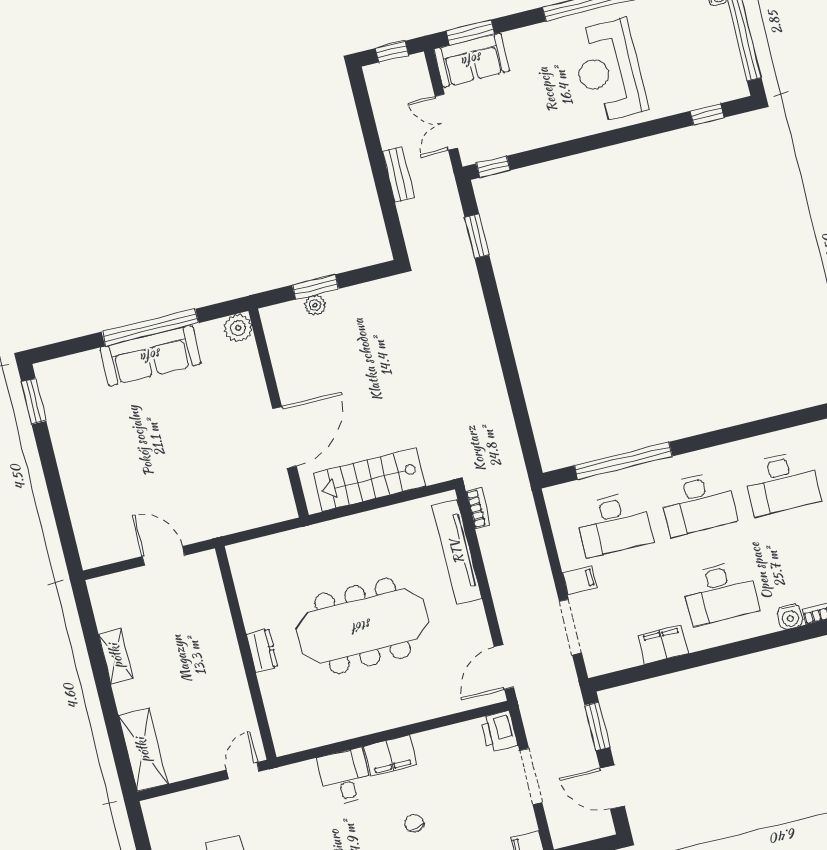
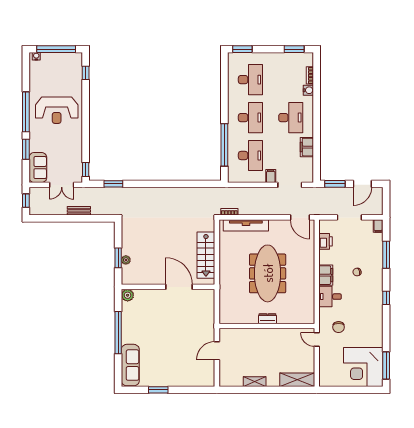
window: (470, 32) -> (26, 149), moved
sofa: (151, 356) -> (130, 365), moved
window: (34, 401) -> (158, 390), moved
printer: (499, 732) -> (325, 241), moved, turned -90
chair: (282, 812) -> (339, 327), added

